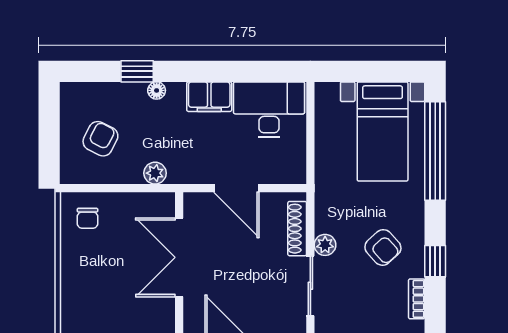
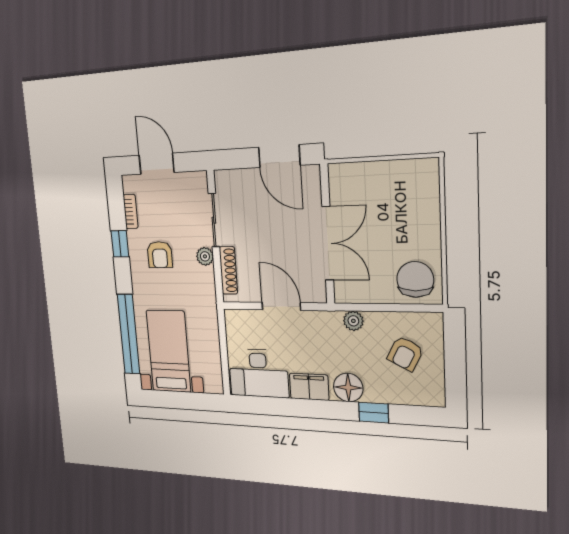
floor lamp: (157, 90) -> (348, 388), width x1.89, depth x1.89
chair: (87, 218) -> (415, 279), width x1.87, depth x1.87
armchair: (383, 247) -> (160, 255), turned -138

